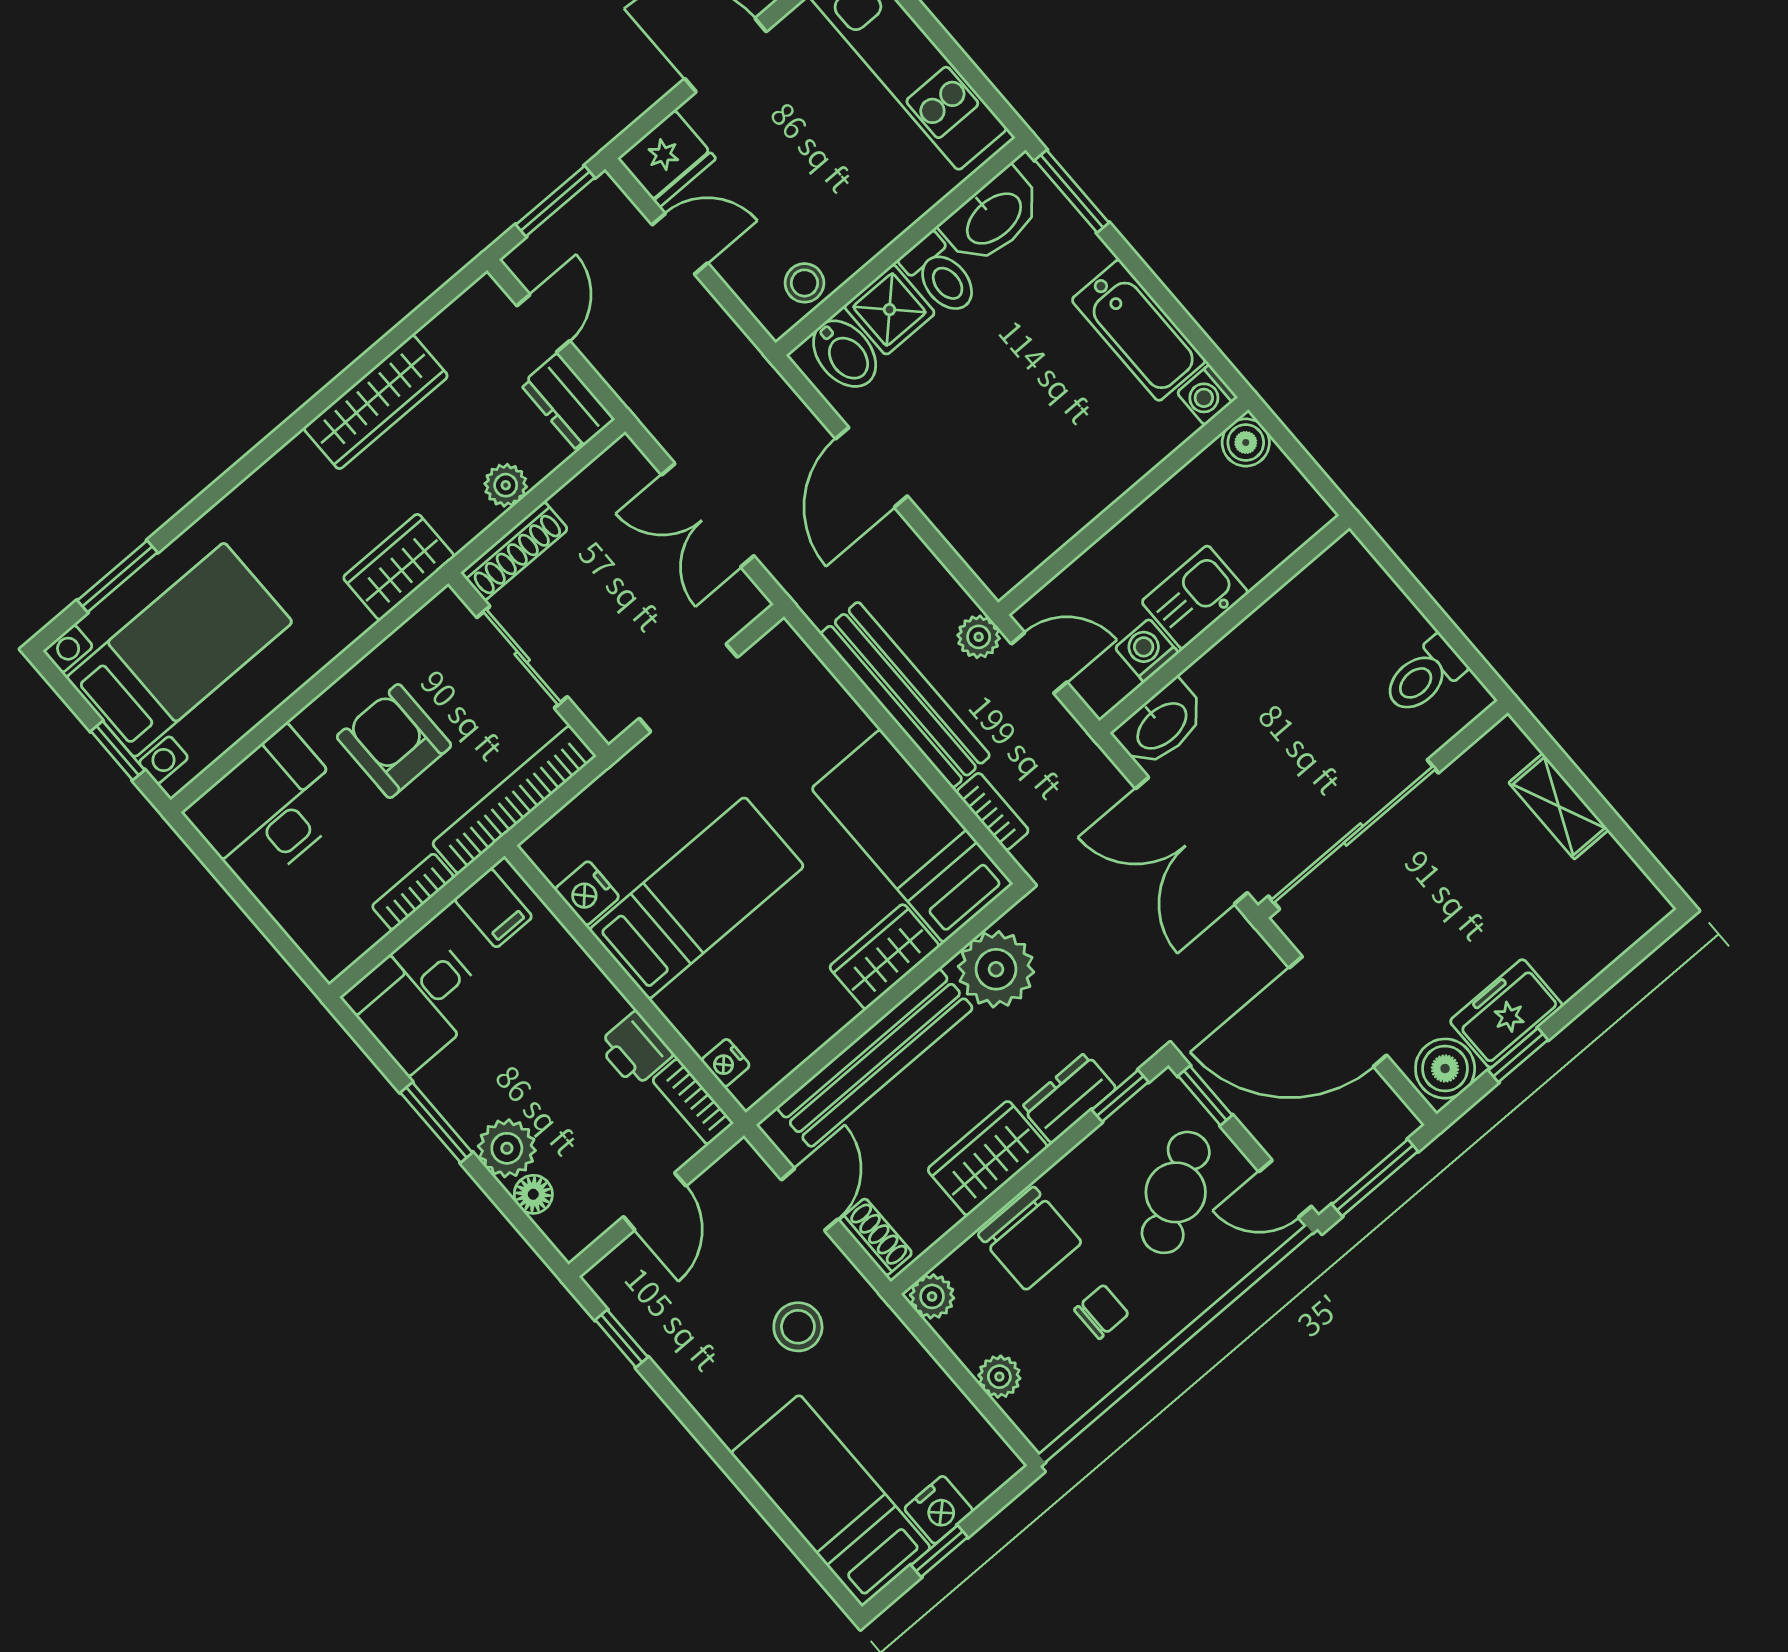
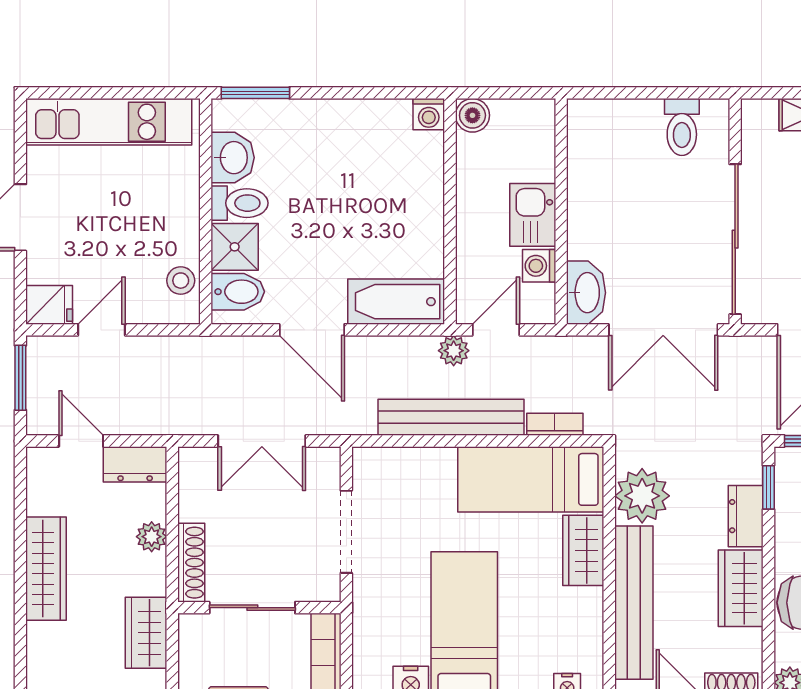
fridge: (667, 159) -> (49, 305), width x0.72
washbasin: (993, 217) -> (233, 158), width x0.72
bathtub: (1139, 330) -> (396, 302), moved, turned 180

